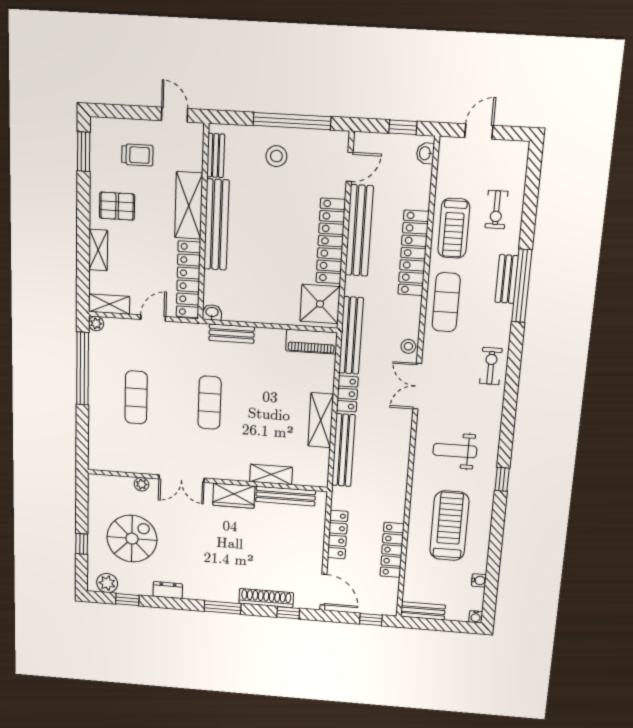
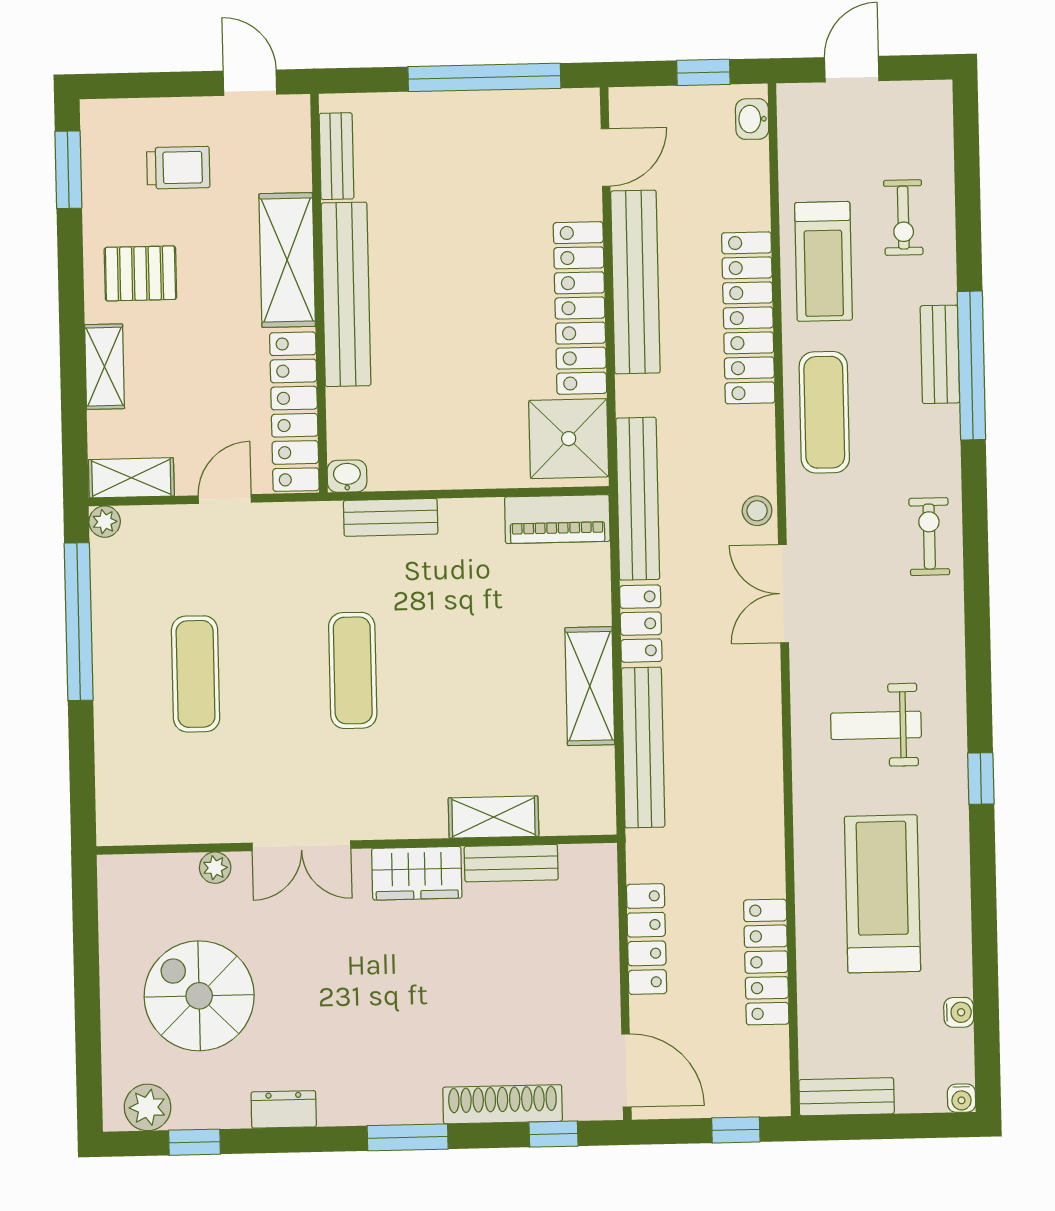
stool: (276, 156) -> (458, 148), removed
bench: (286, 496) -> (511, 863), width x0.73
spiral stairs: (132, 539) -> (199, 996), turned -90
window: (82, 544) -> (88, 1020), removed

